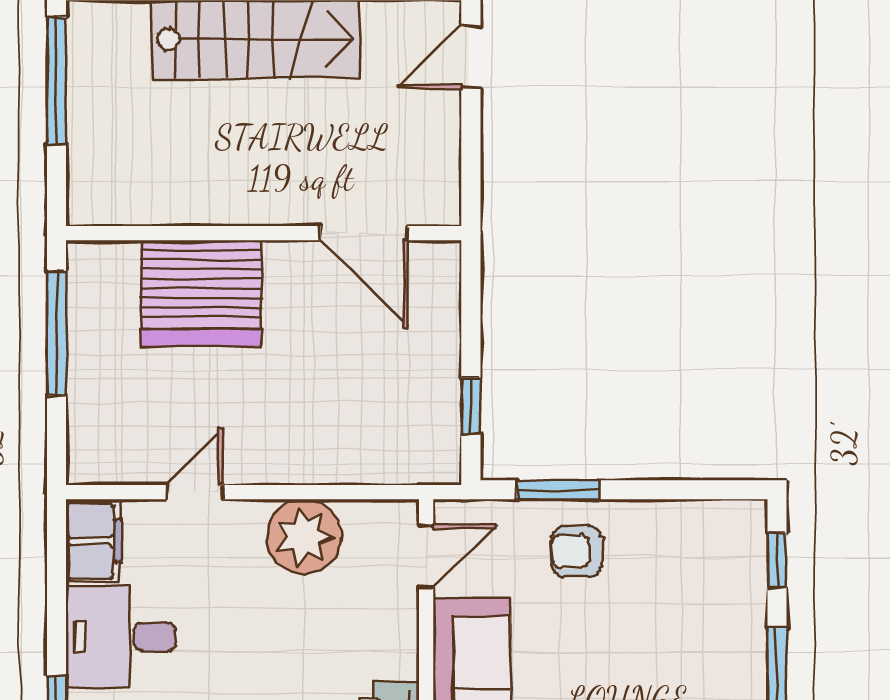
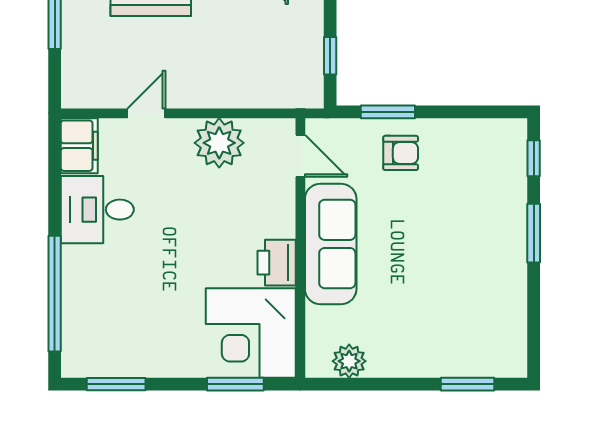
armchair: (577, 552) -> (401, 153), turned 180
door: (426, 556) -> (300, 156), hinge flipped

